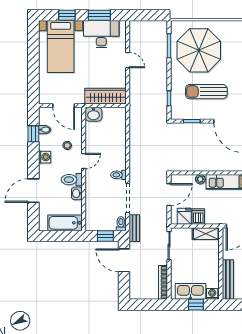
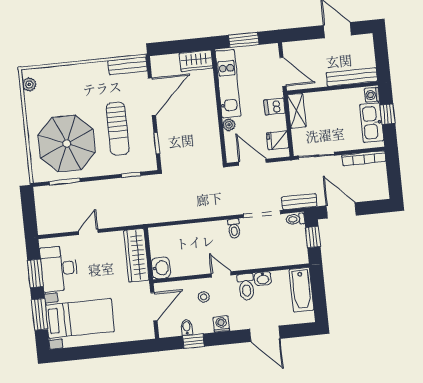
window: (67, 15) -> (40, 314), width x1.50
dishwasher: (198, 217) -> (275, 107), moved
door: (124, 260) -> (341, 210), swing flipped

